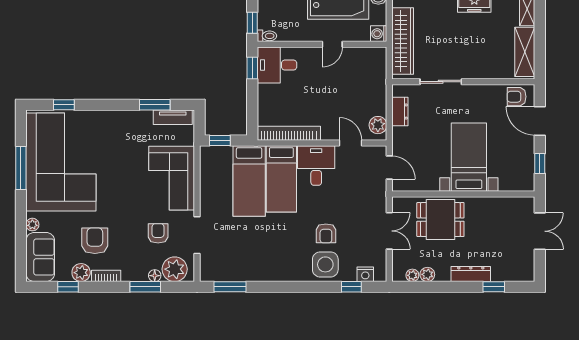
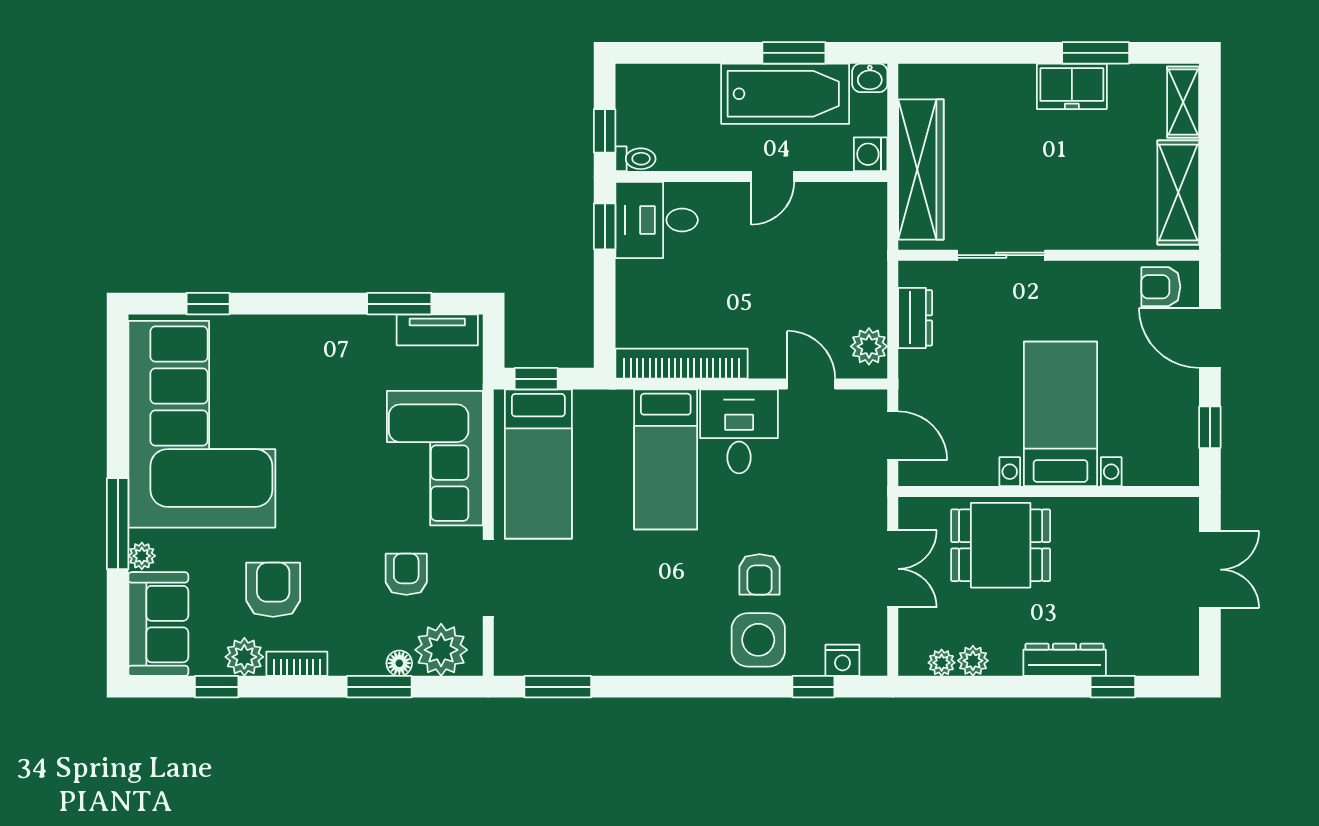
window: (21, 168) -> (118, 524), moved
bed: (249, 181) -> (538, 464), moved

